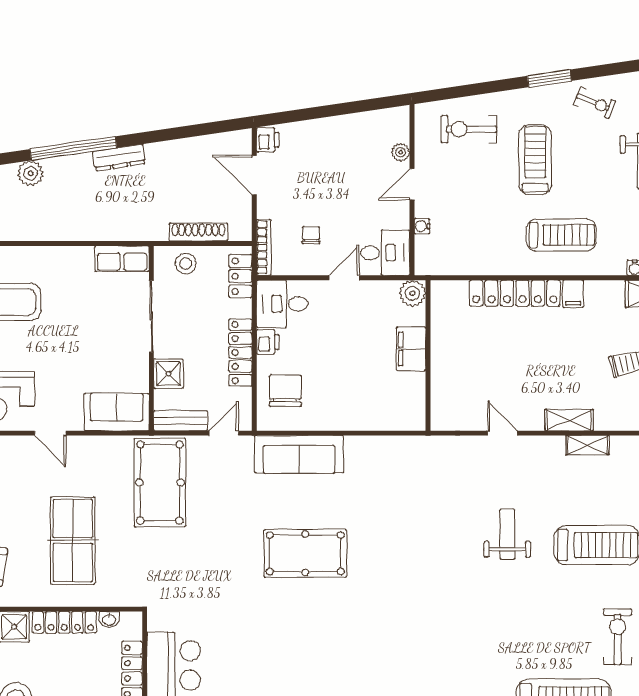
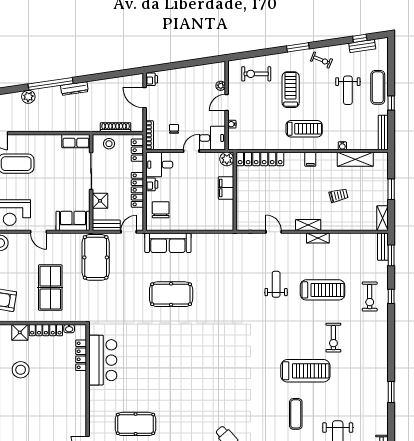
locker: (515, 293) -> (260, 159), moved
exercise bike: (618, 637) -> (333, 338), turned 180

